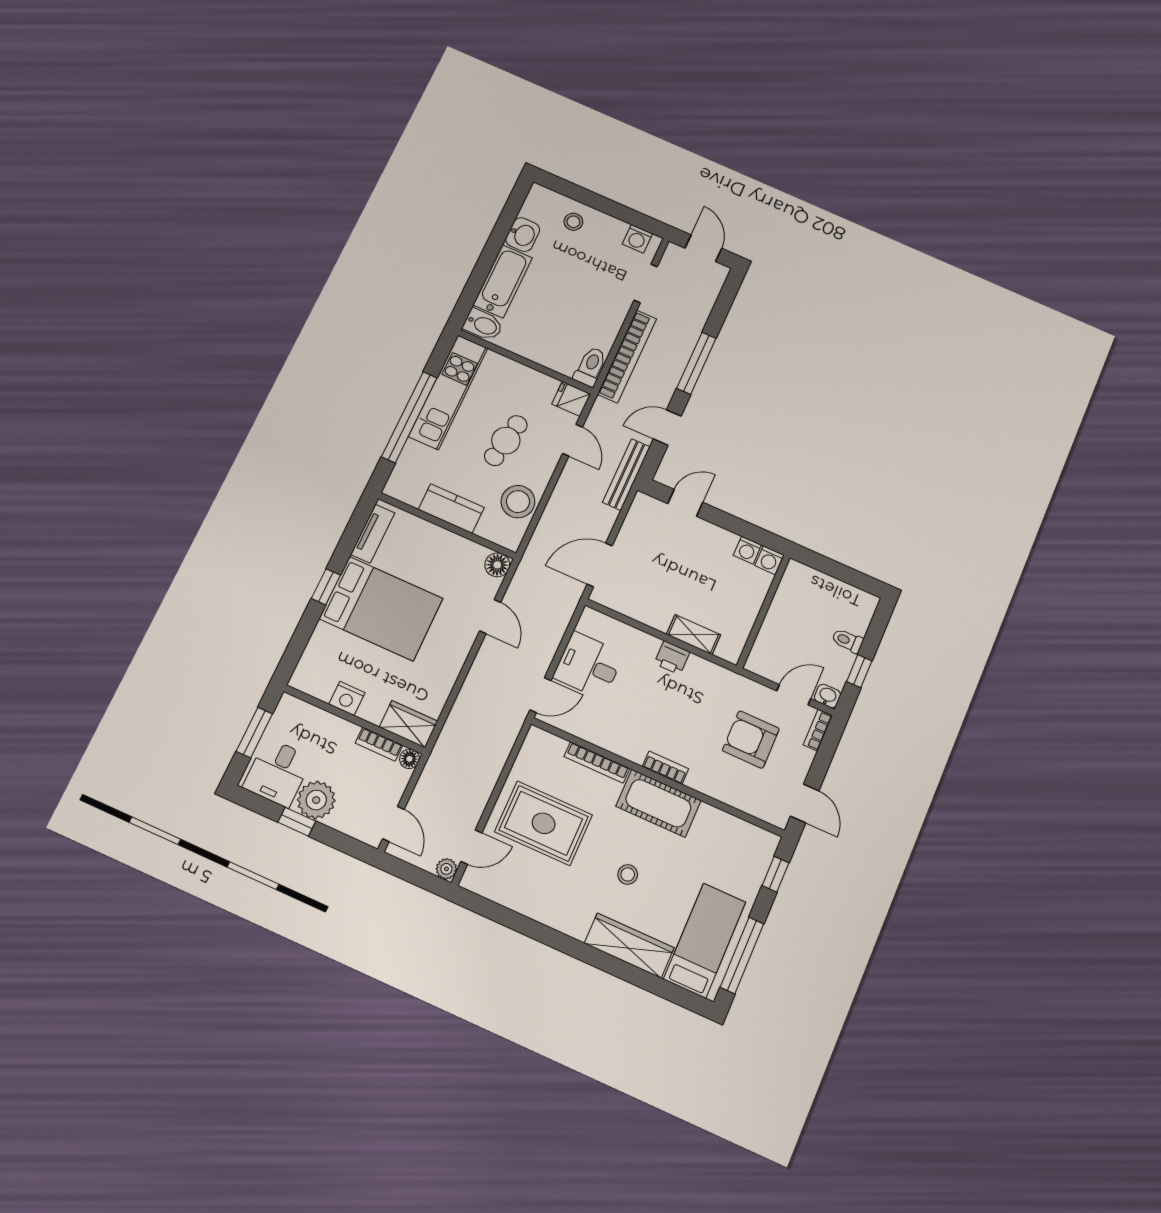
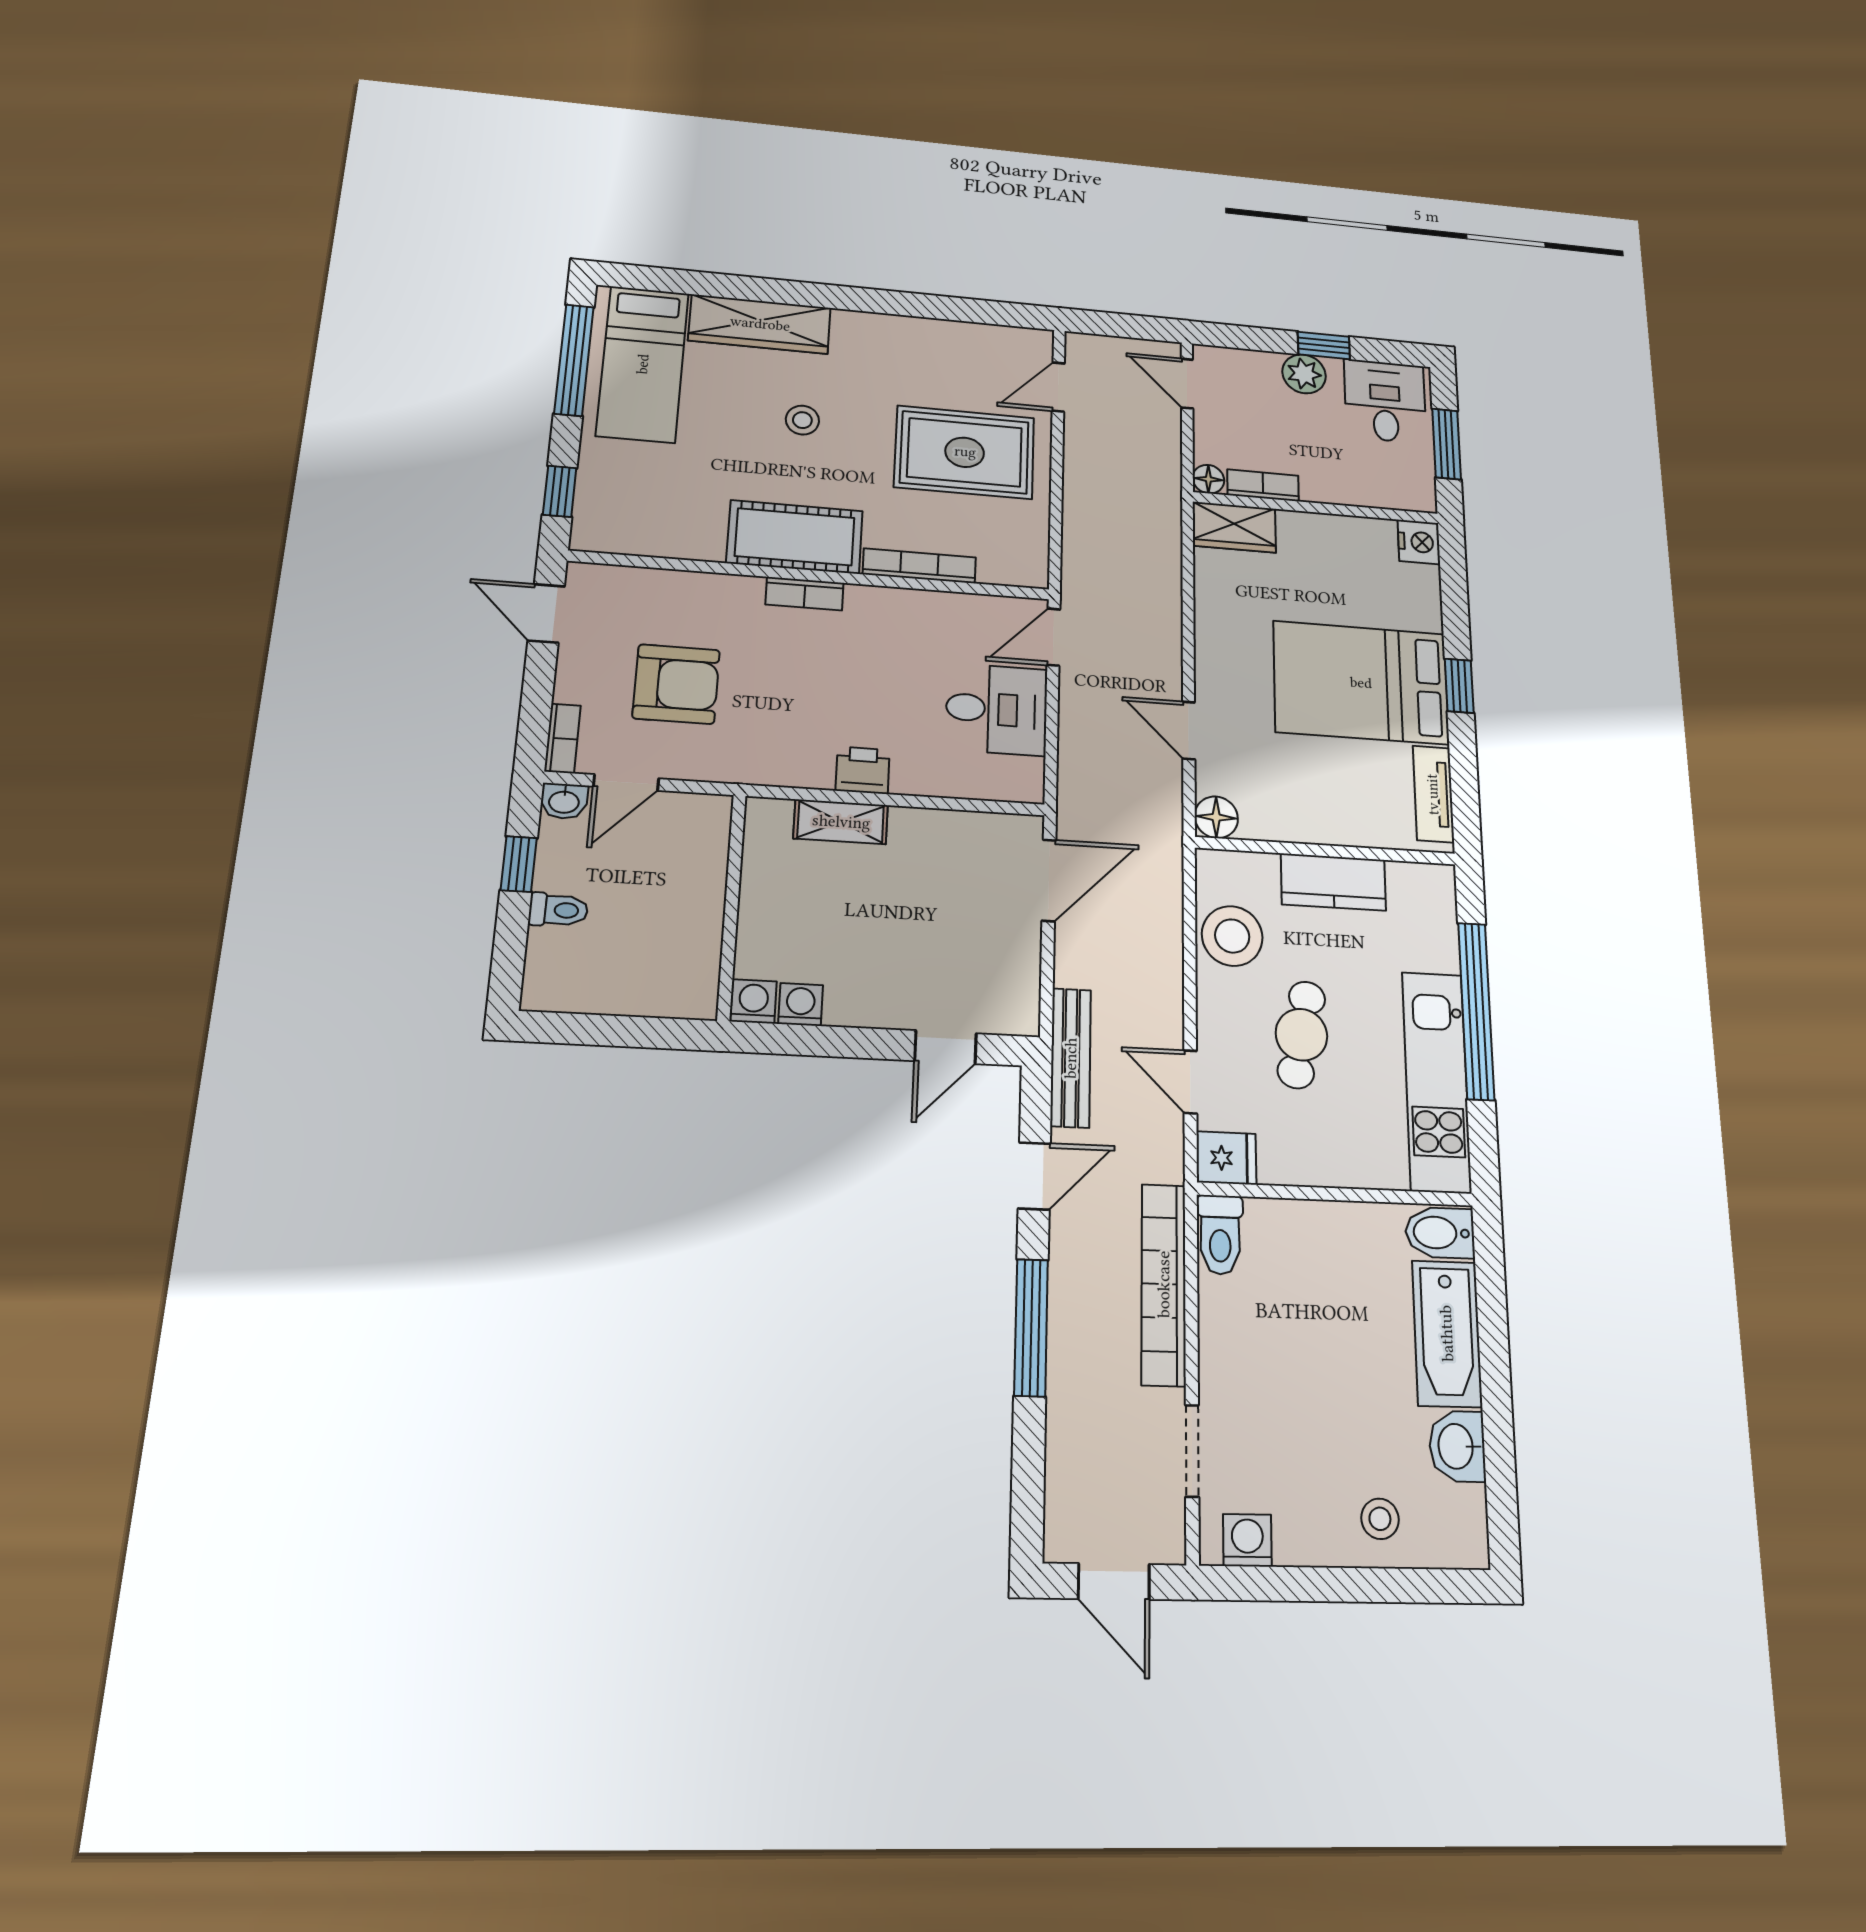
nightstand: (347, 698) -> (1419, 542), moved, turned 90
plant: (316, 800) -> (1304, 374), width x0.73, depth x0.73
plant: (446, 869) -> (1081, 347), removed

